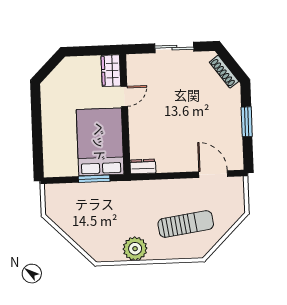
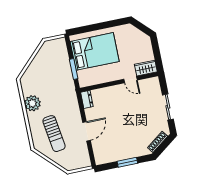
bed: (100, 142) -> (95, 51), moved
door: (213, 174) -> (86, 131), moved

